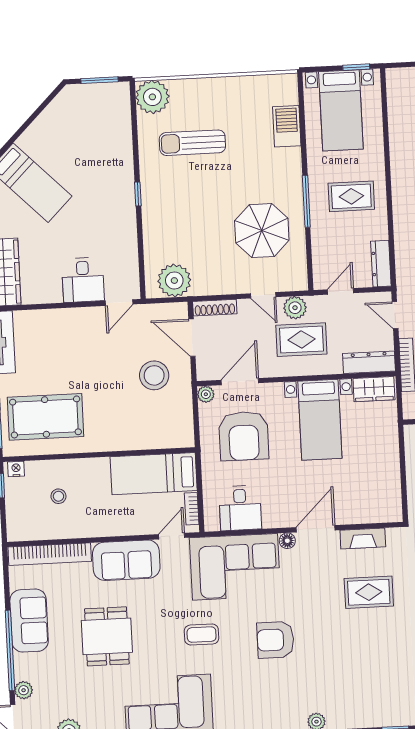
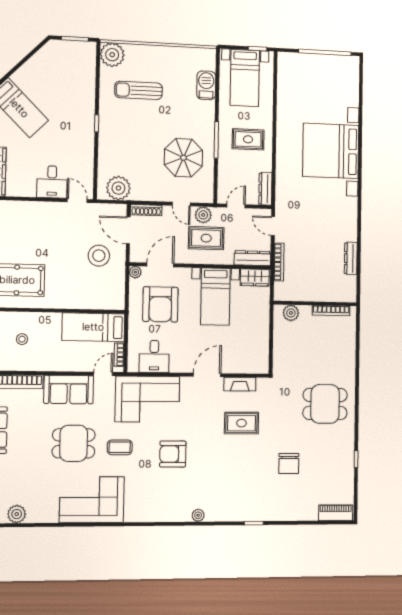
door: (119, 303) -> (77, 201), swing flipped
floor lamp: (287, 541) -> (186, 382), removed
dining table: (107, 636) -> (74, 443), moved, turned 90

